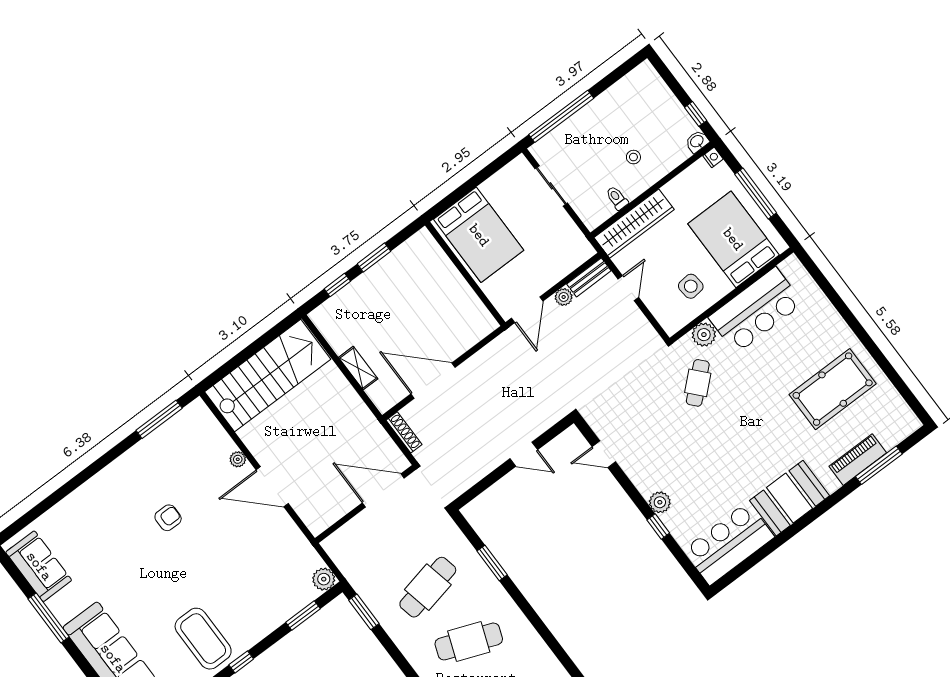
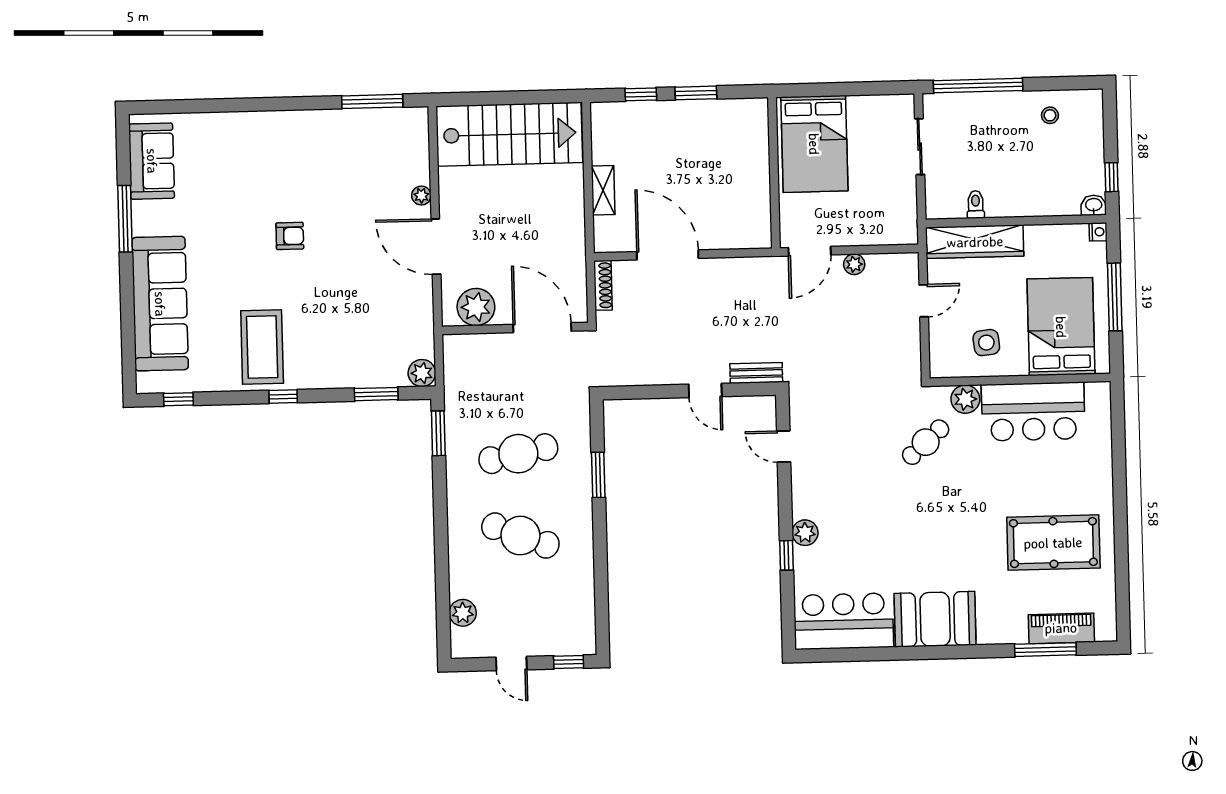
stool: (633, 157) -> (1050, 115), moved
bench: (589, 277) -> (756, 373), moved
piano: (858, 460) -> (1061, 628), moved
plant: (328, 508) -> (476, 307), added
armchair: (168, 518) -> (290, 236), moved

